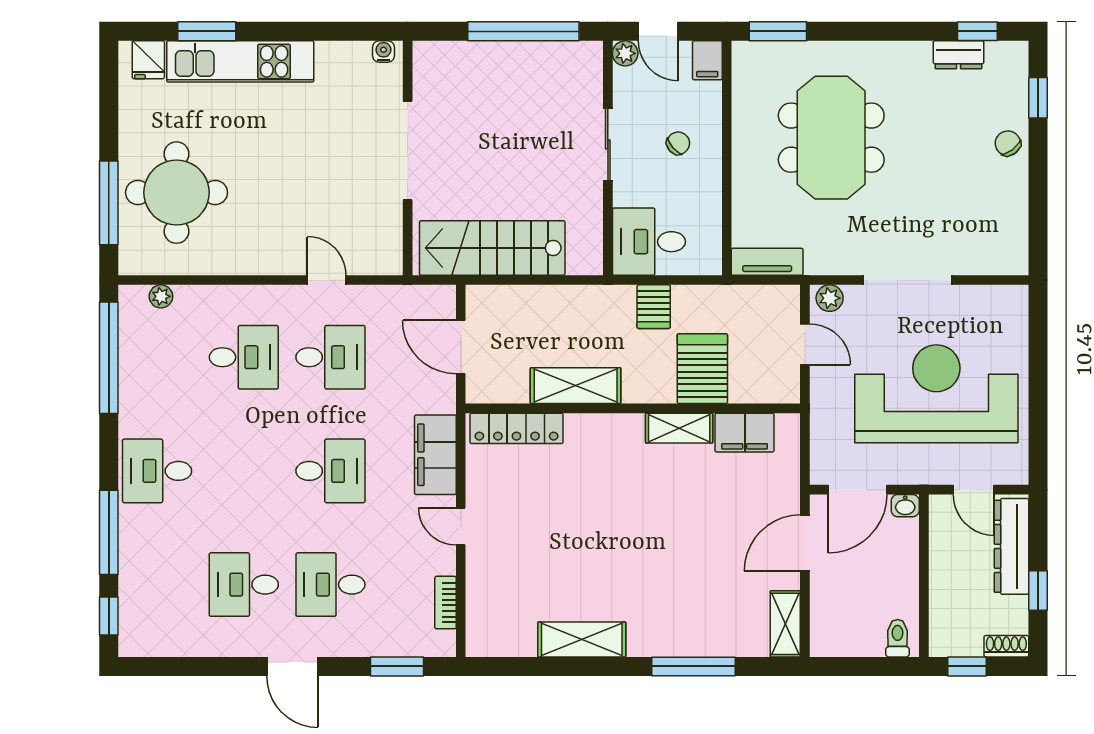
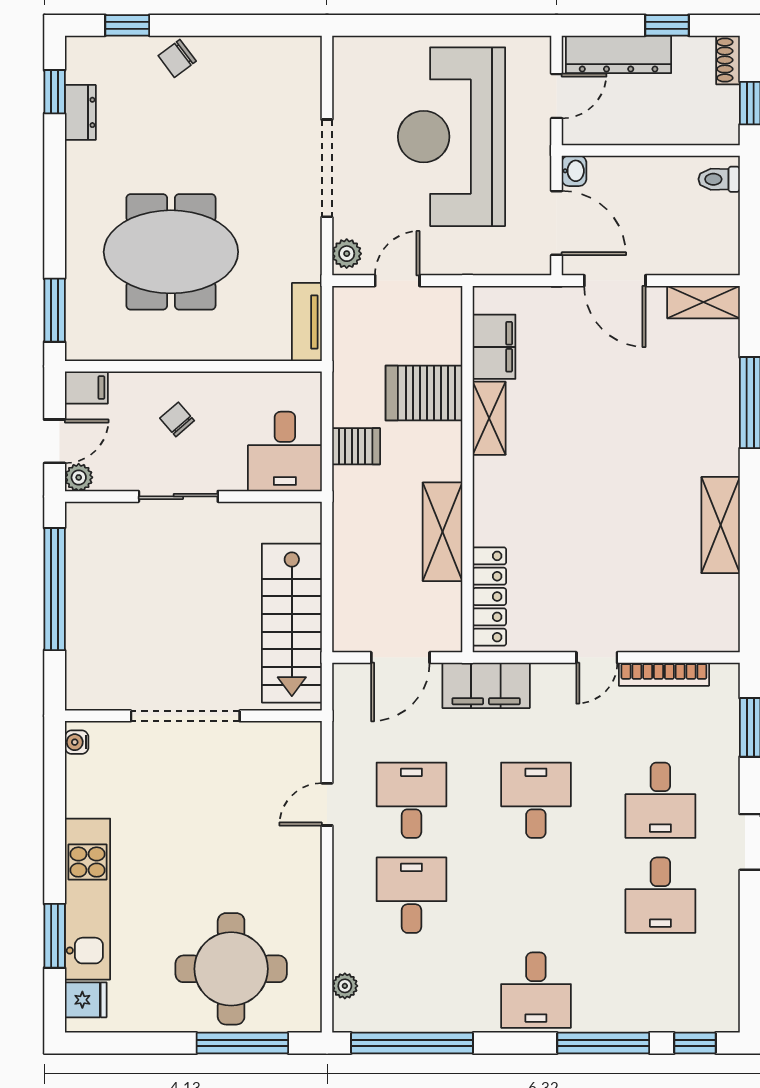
filing cabinet: (435, 455) -> (486, 685), moved
bookcase: (446, 603) -> (664, 674), width x1.56

